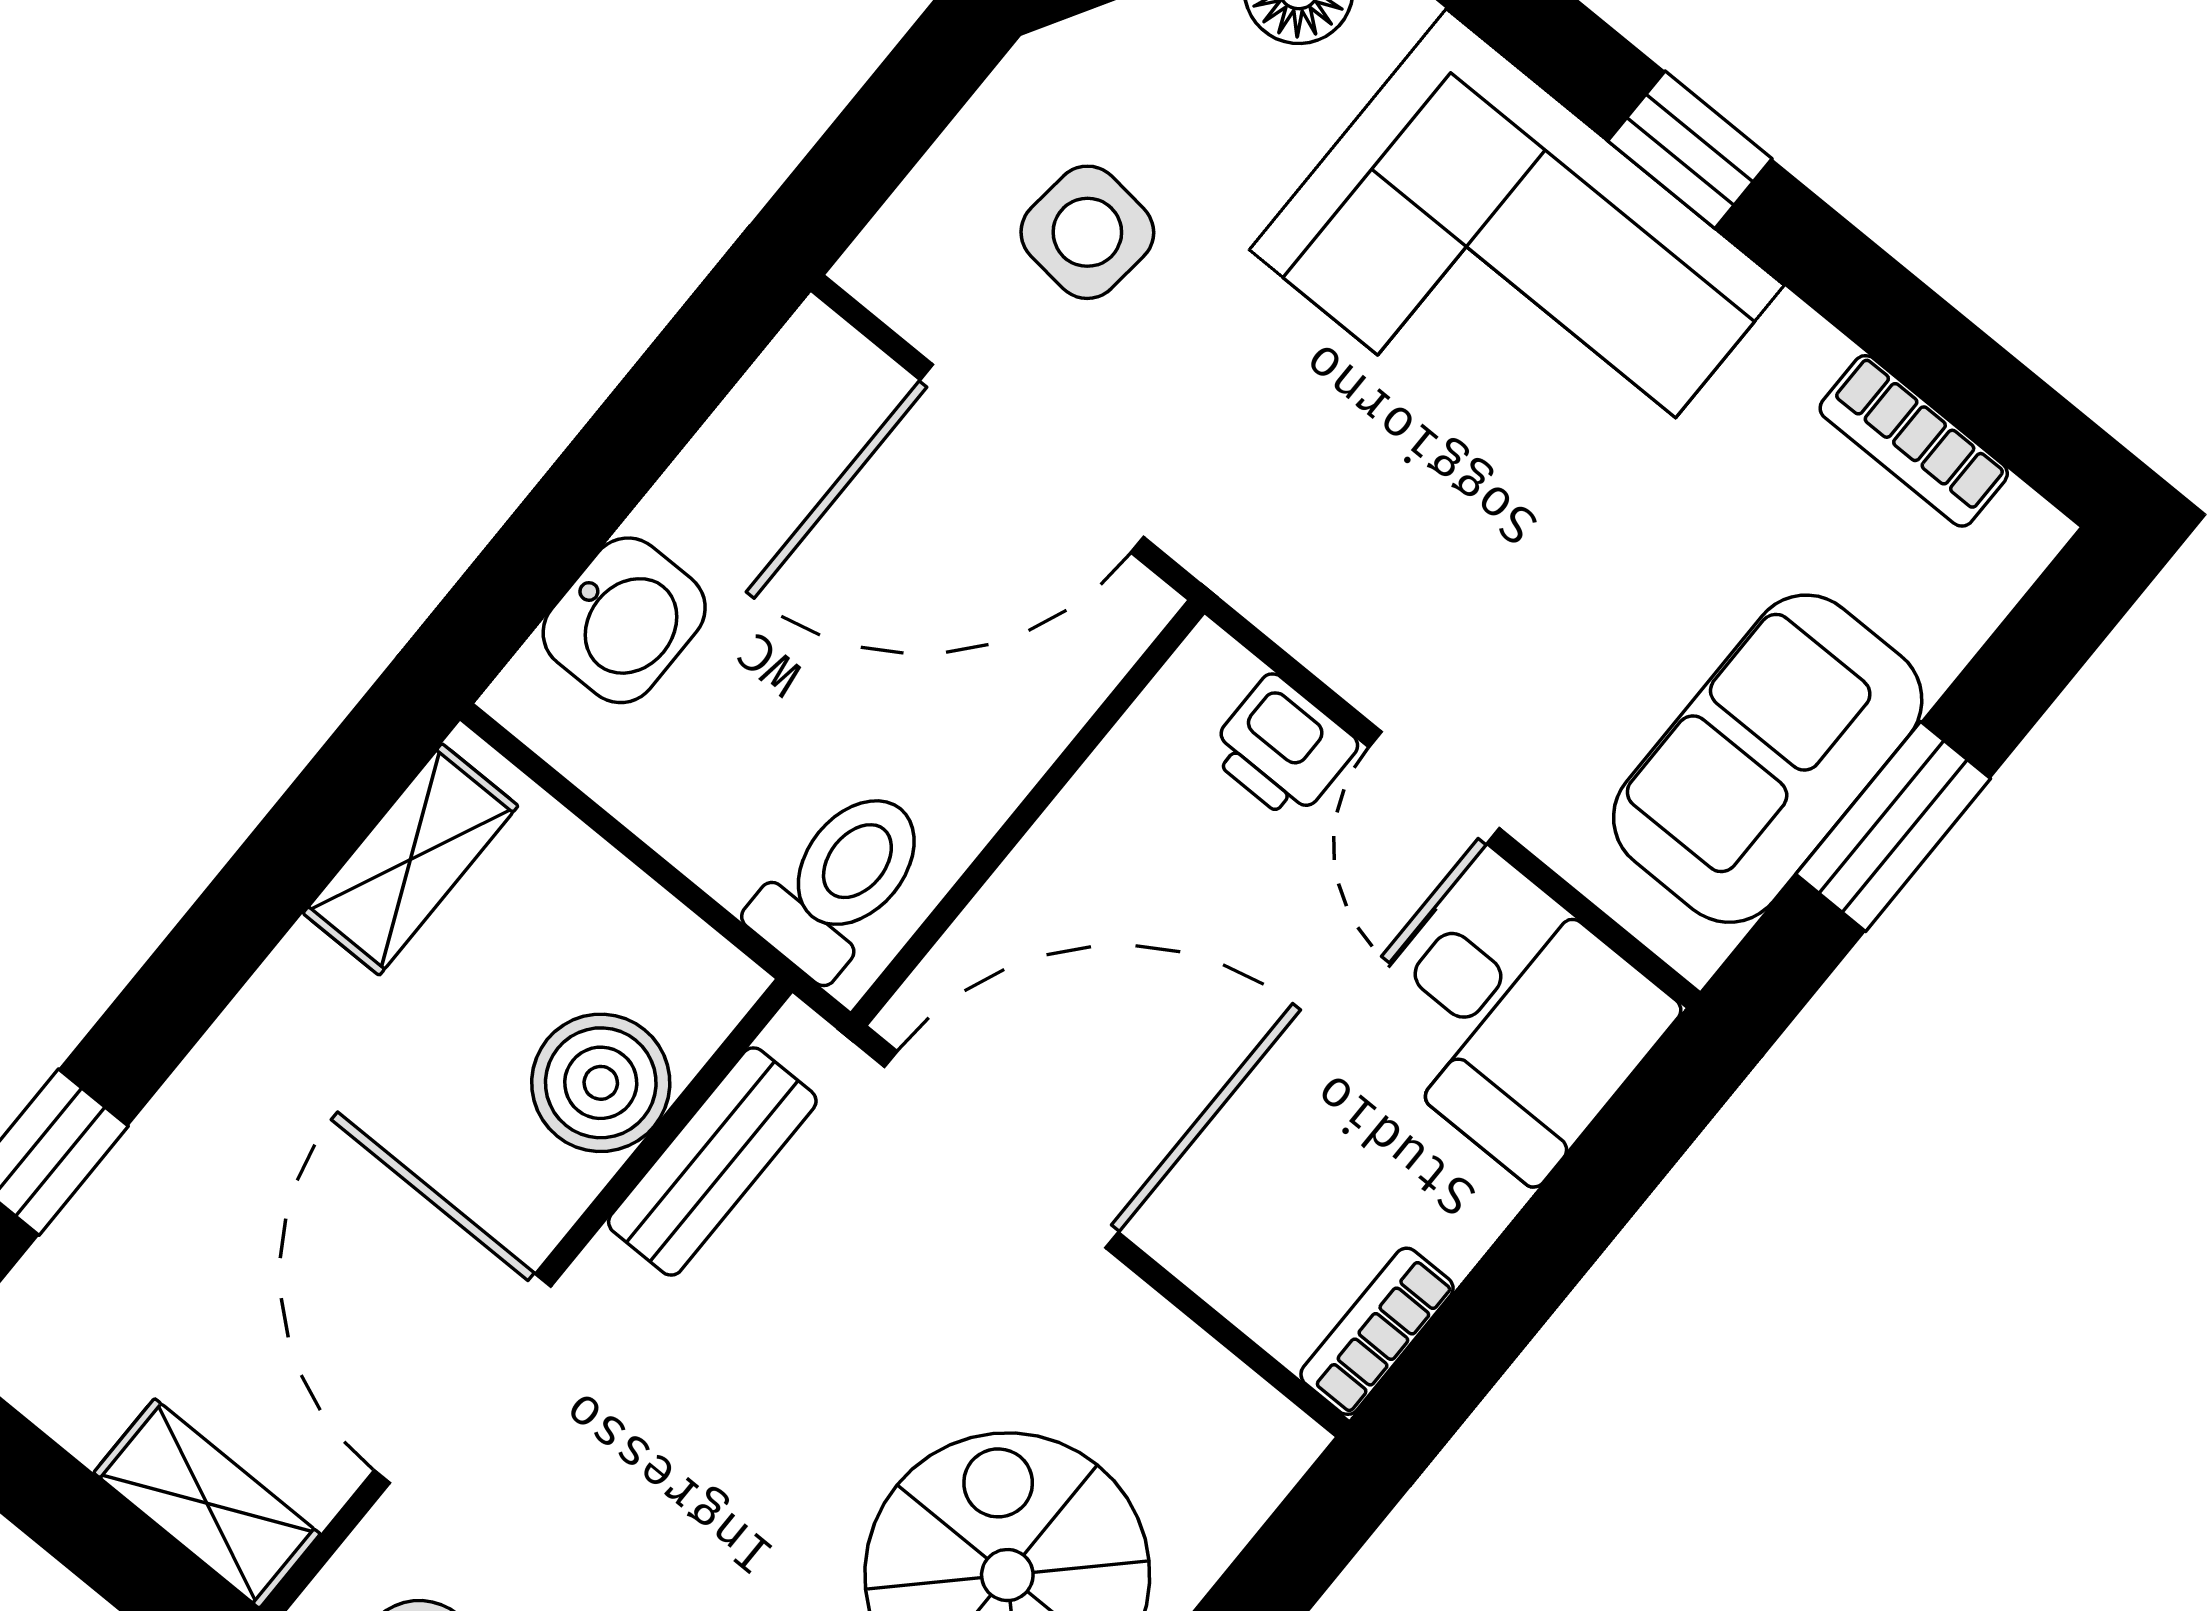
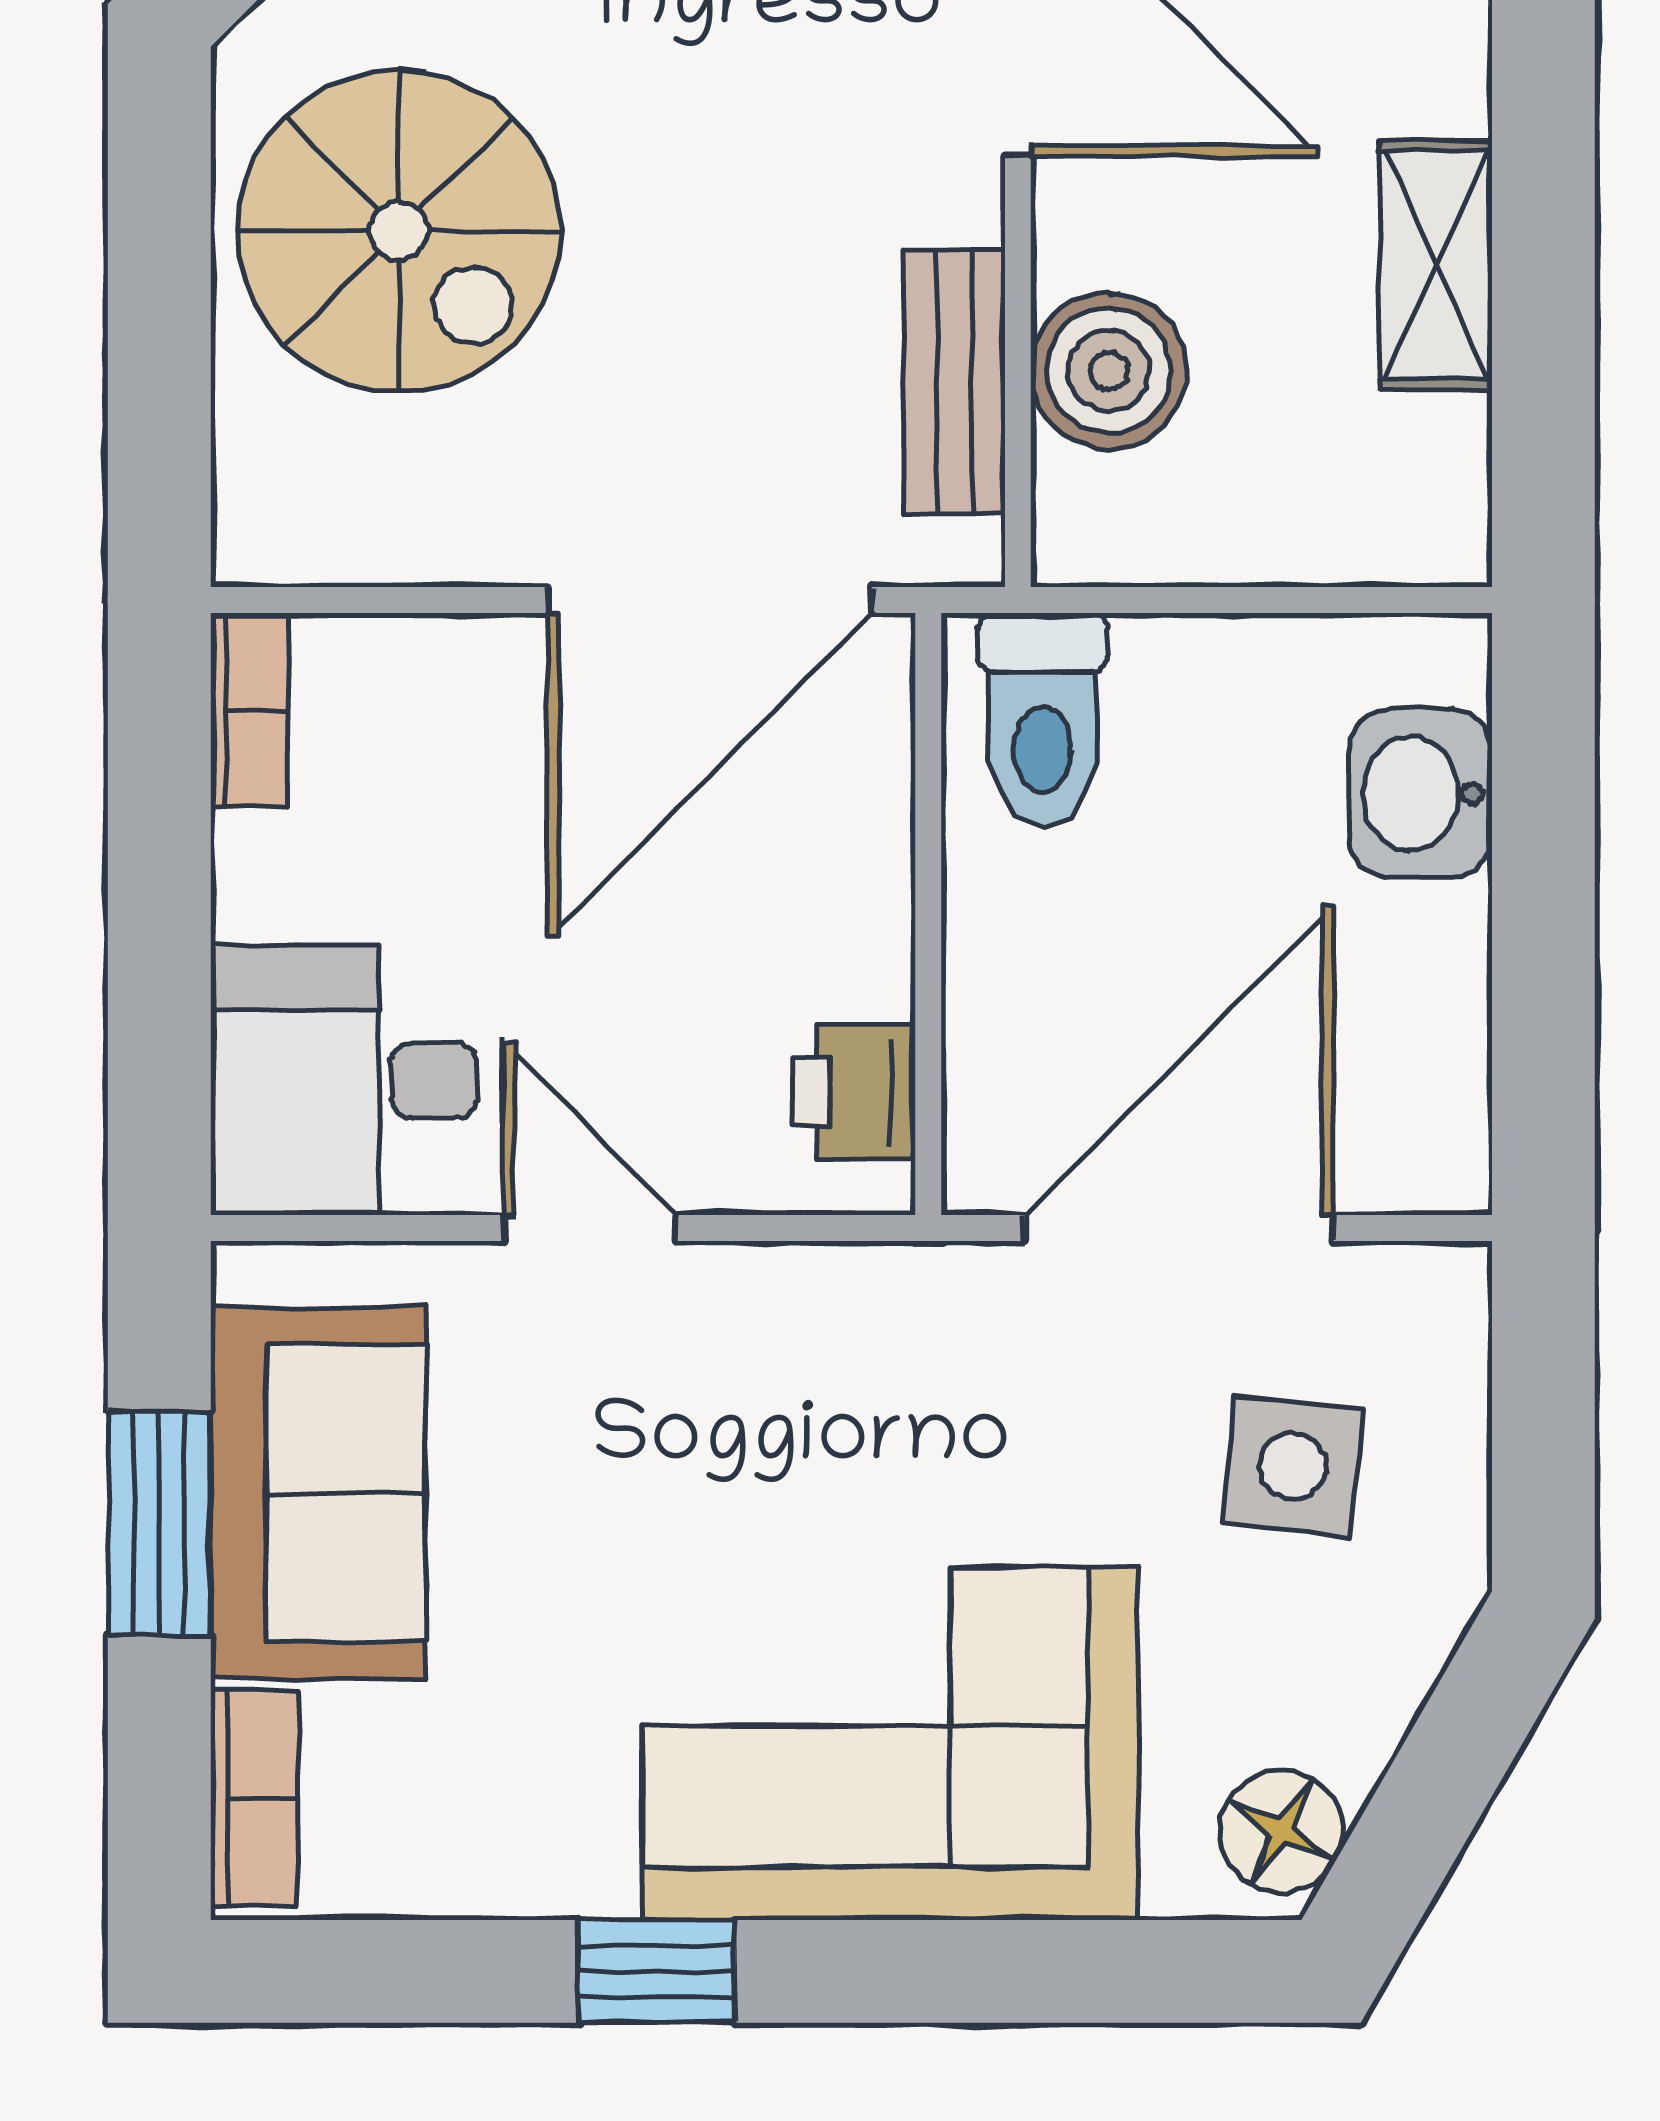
window: (1690, 150) -> (657, 1971), moved
bookcase: (1914, 441) -> (254, 1798), moved, turned 90
printer: (1283, 748) -> (854, 1092), moved, turned -90
shelving: (411, 859) -> (1436, 264), moved

